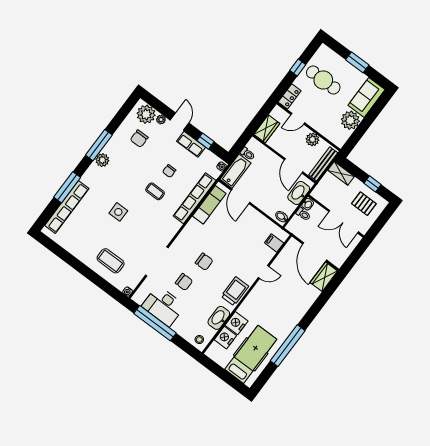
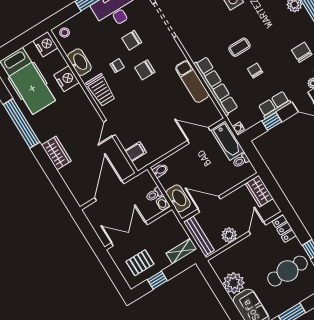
exam couch: (209, 205) -> (192, 82), moved
door: (315, 252) -> (109, 191), hinge flipped
wardrobe: (324, 277) -> (56, 153), moved
chair: (209, 286) -> (117, 66), added
nightstand: (225, 338) -> (46, 44), moved

